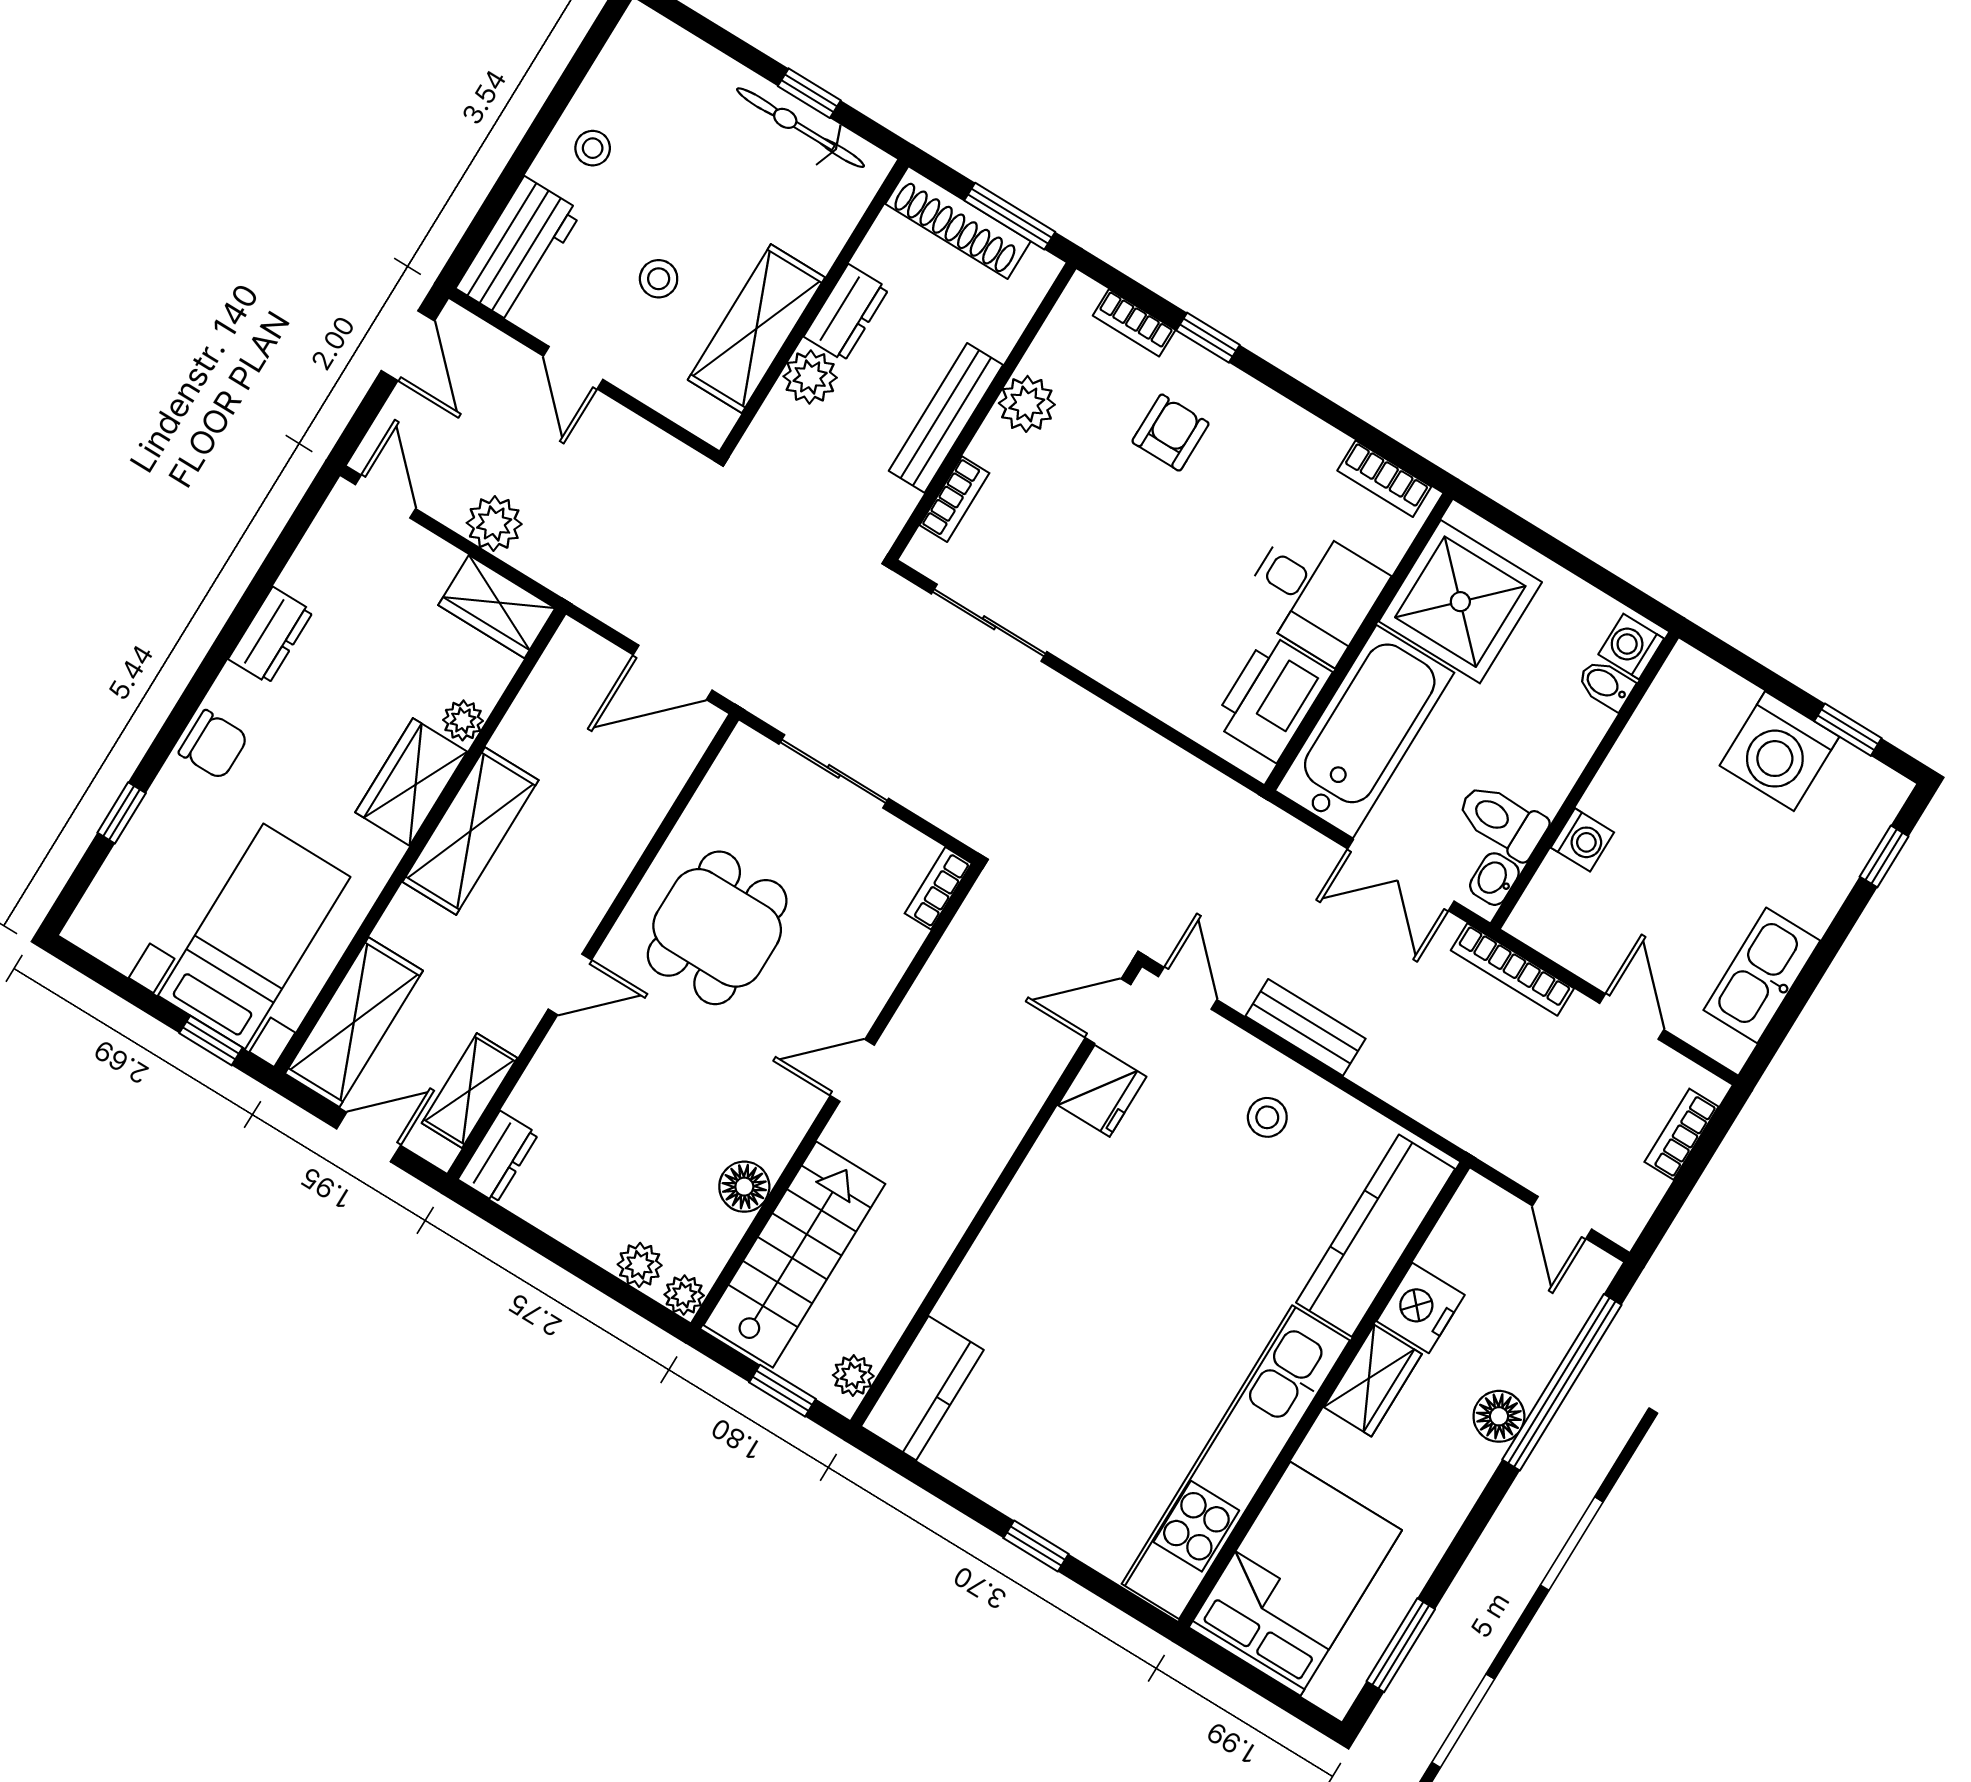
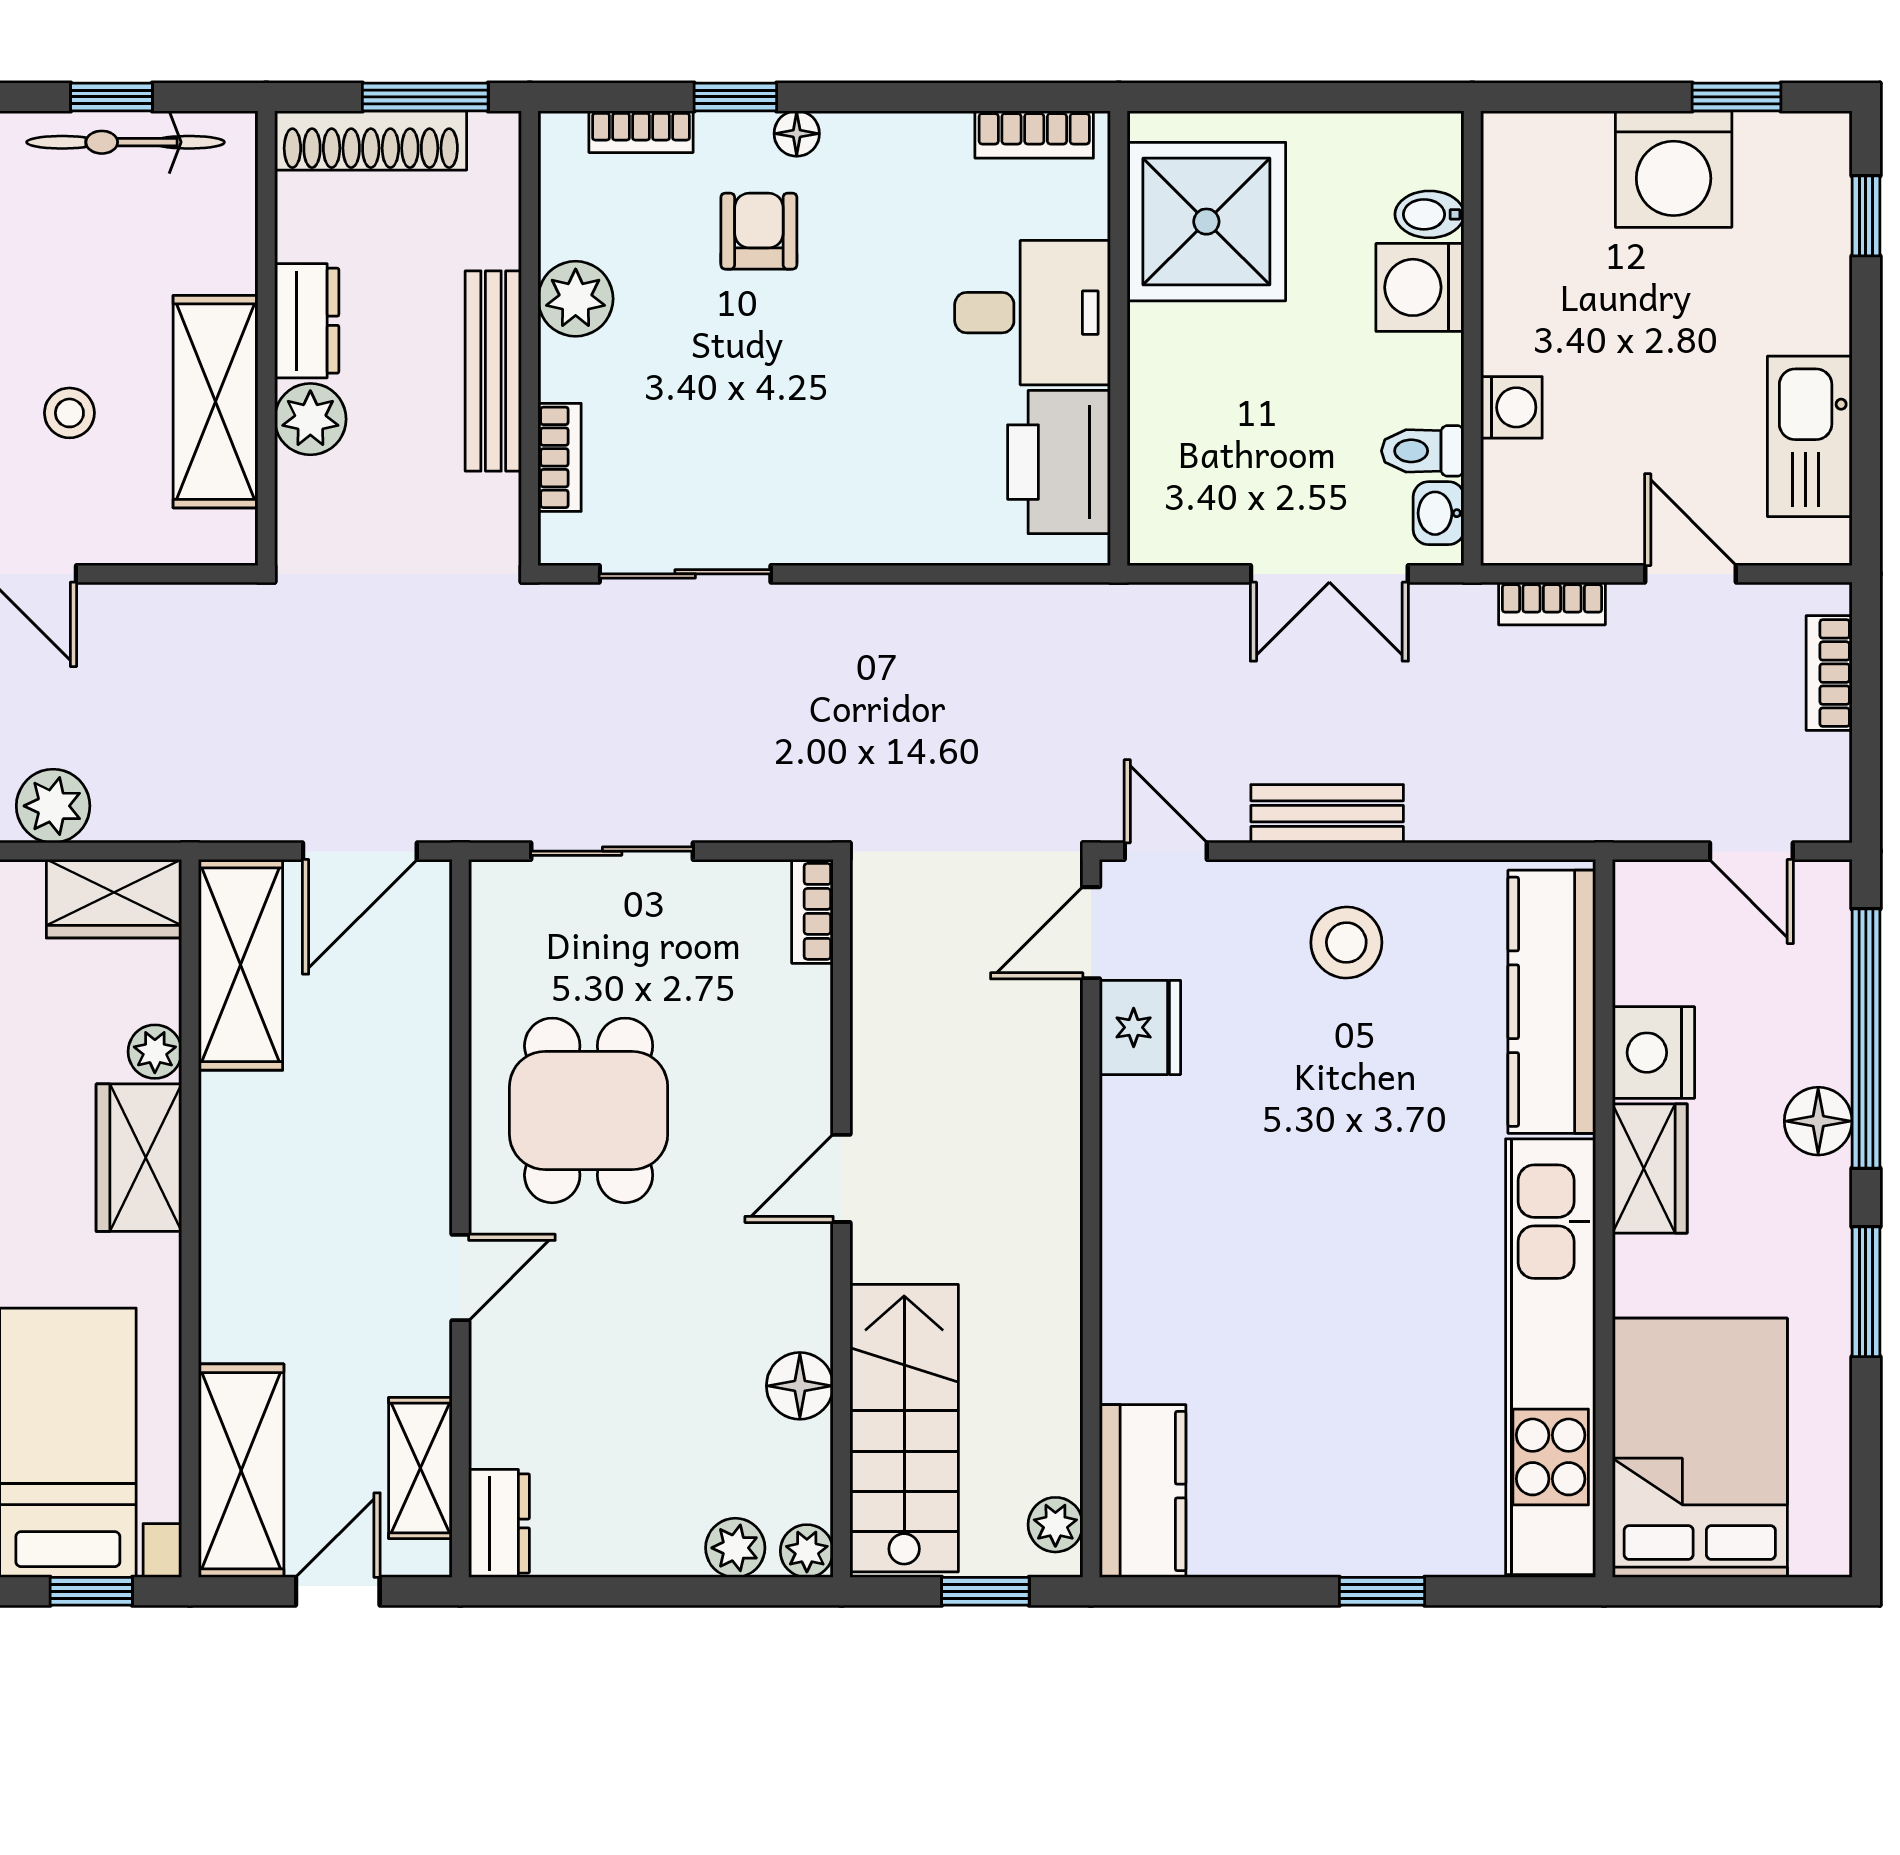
floor lamp: (1233, 385) -> (797, 134), added
washing machine: (1631, 647) -> (1420, 287), moved, width x1.38, depth x1.38
bathtub: (1365, 732) -> (1188, 436), removed
toilet: (1502, 821) -> (1423, 451), width x0.73, depth x0.72
shelving: (470, 831) -> (240, 965), moved
bookcase: (1512, 969) -> (1552, 604), width x0.64
stool: (1267, 1117) -> (1346, 943), width x1.37, depth x1.37
window: (1401, 1645) -> (1866, 1292), moved

